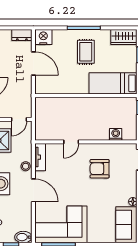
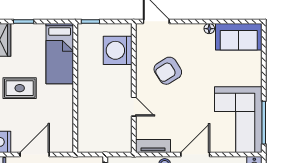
washing machine: (116, 134) -> (118, 50), width x1.89, depth x1.89
armchair: (100, 169) -> (168, 71), turned 58

